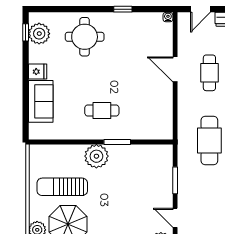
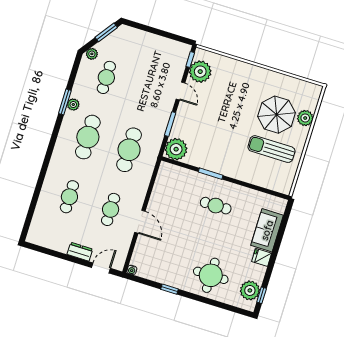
plant: (96, 156) -> (176, 149), moved
sun lounger: (62, 187) -> (271, 149), turned 180

